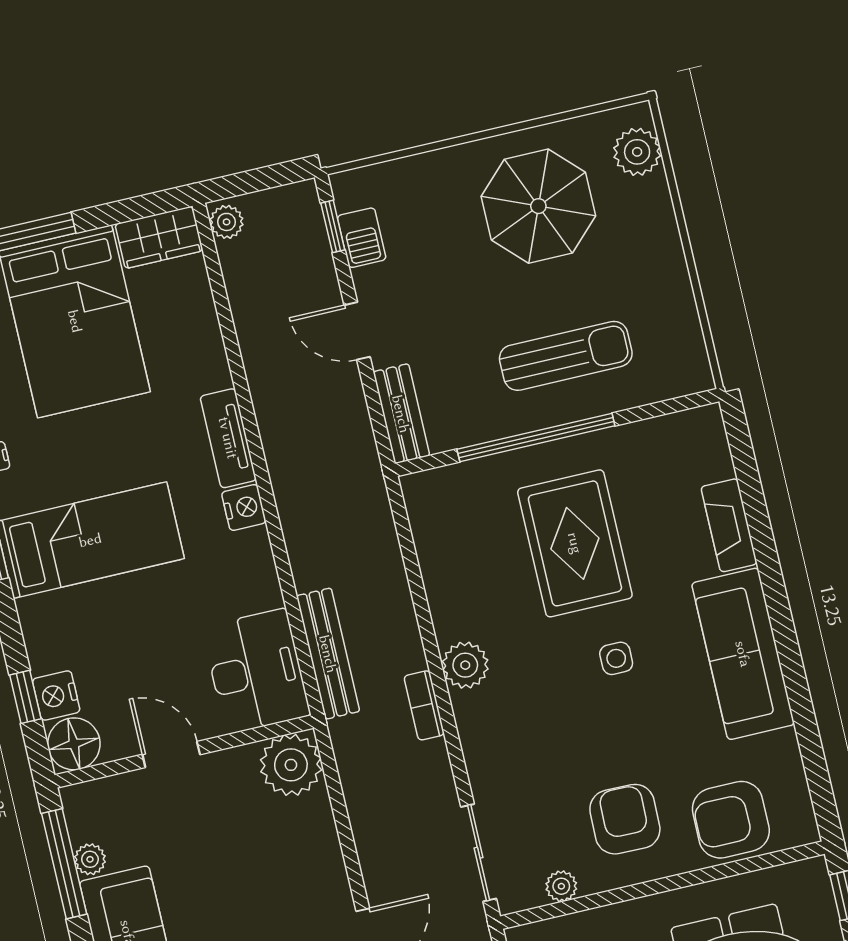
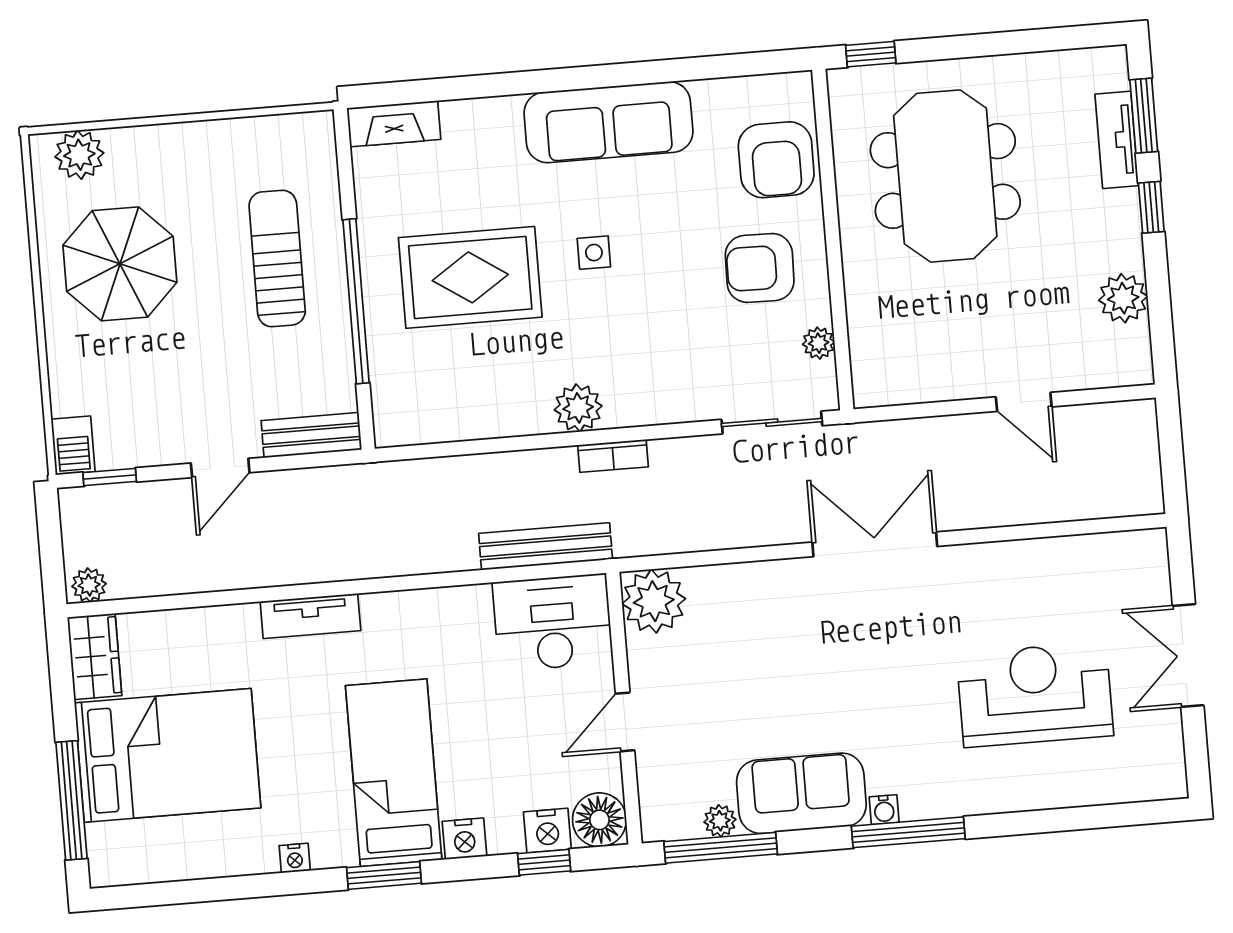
barbecue: (362, 238) -> (73, 445), moved, turned 90
nightstand: (244, 507) -> (464, 839), moved, turned 180
fireplace: (729, 525) -> (394, 124), moved

